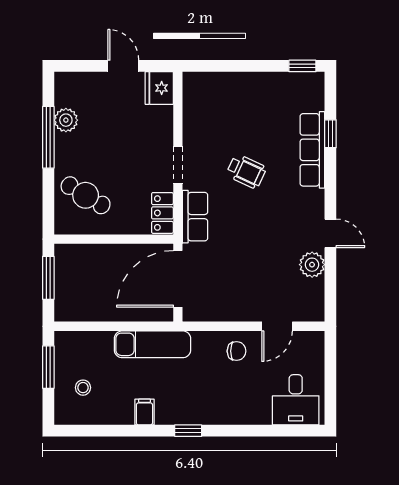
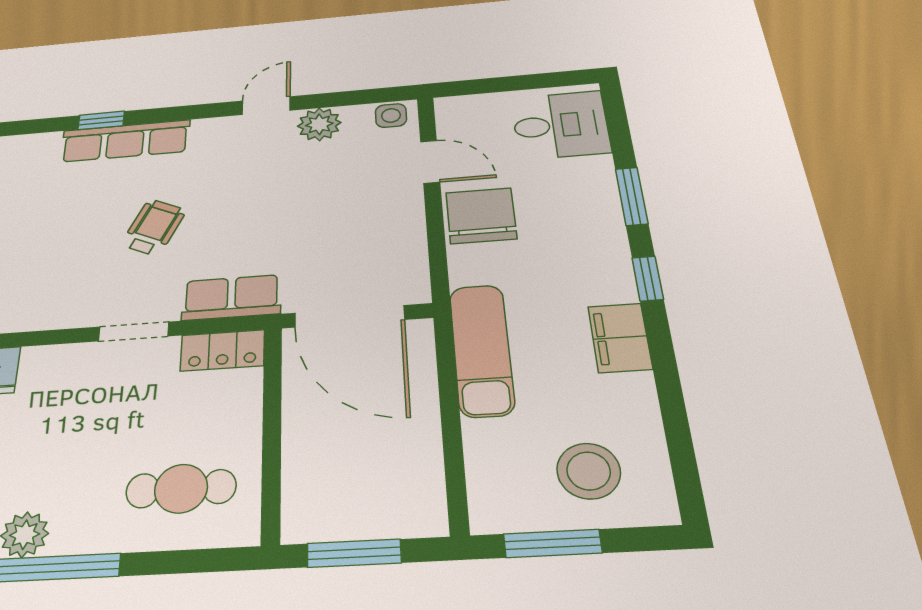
cafe table: (86, 195) -> (181, 489), turned 59
side table: (314, 306) -> (391, 116), added
chair: (237, 351) -> (481, 216), width x1.87, depth x1.87
stool: (83, 388) -> (589, 471), width x1.89, depth x1.89
filing cabinet: (144, 412) -> (620, 338), width x2.00
window: (242, 431) -> (632, 196), added

